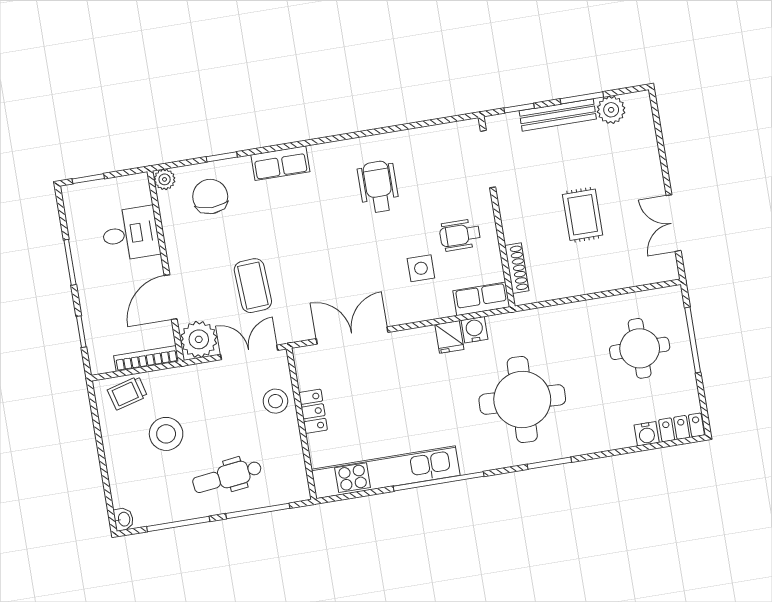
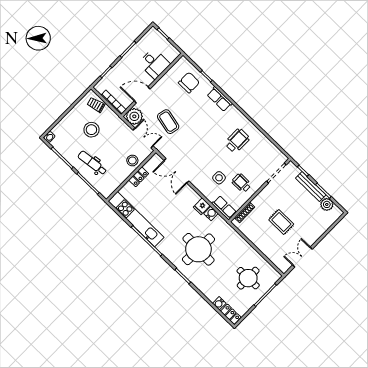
plant: (165, 179) -> (183, 61), removed
rug: (583, 215) -> (281, 222), turned 90
coffee table: (253, 286) -> (168, 122), turned -75
double door: (352, 335) -> (176, 171), swing flipped

